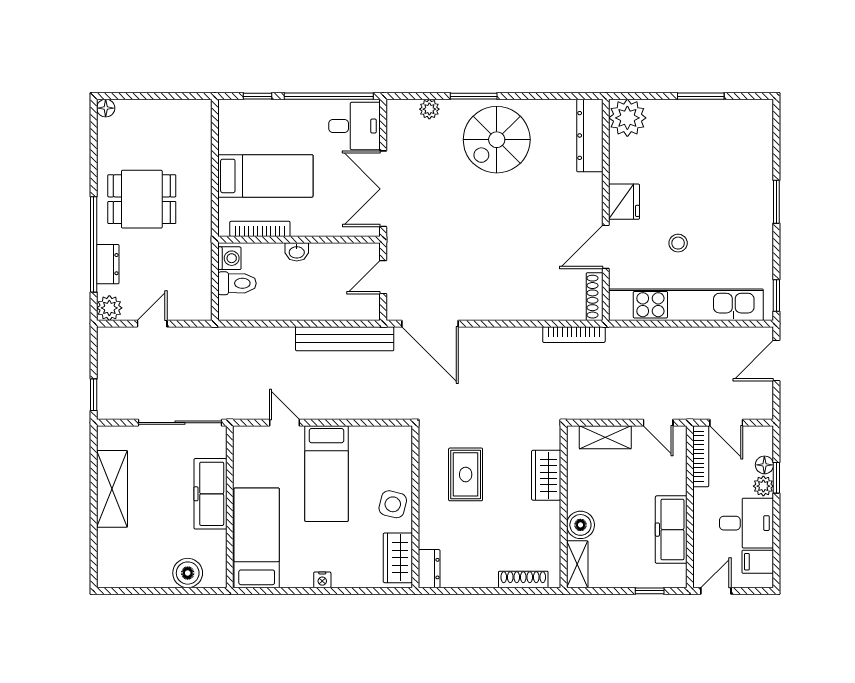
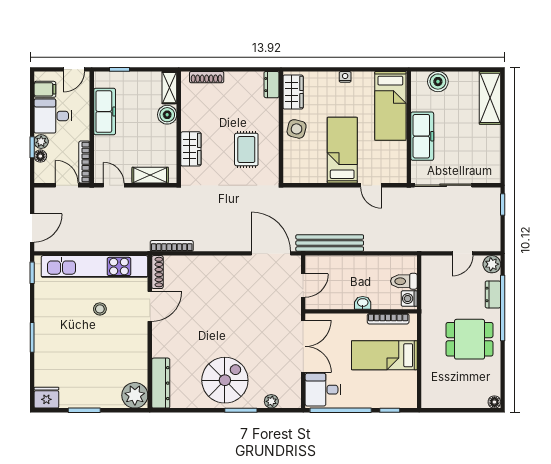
fridge: (624, 202) -> (46, 398), moved, turned 90
shelving: (112, 489) -> (490, 98), moved

